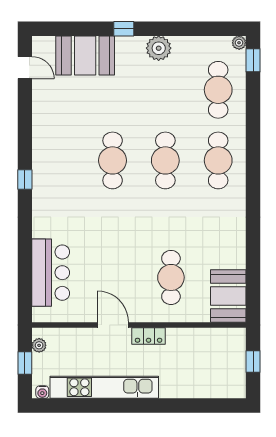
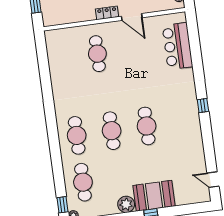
booth: (85, 55) -> (154, 196), moved
booth: (228, 296) -> (58, 47), removed

